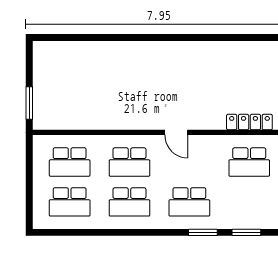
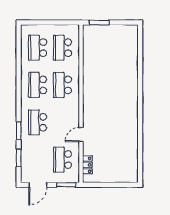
locker: (249, 122) -> (87, 165), width x0.66
door: (176, 132) -> (81, 135), moved

